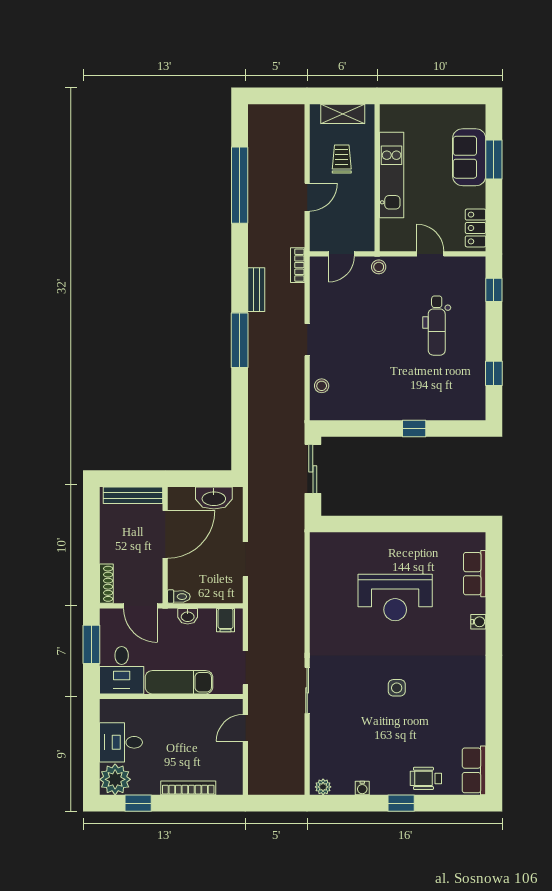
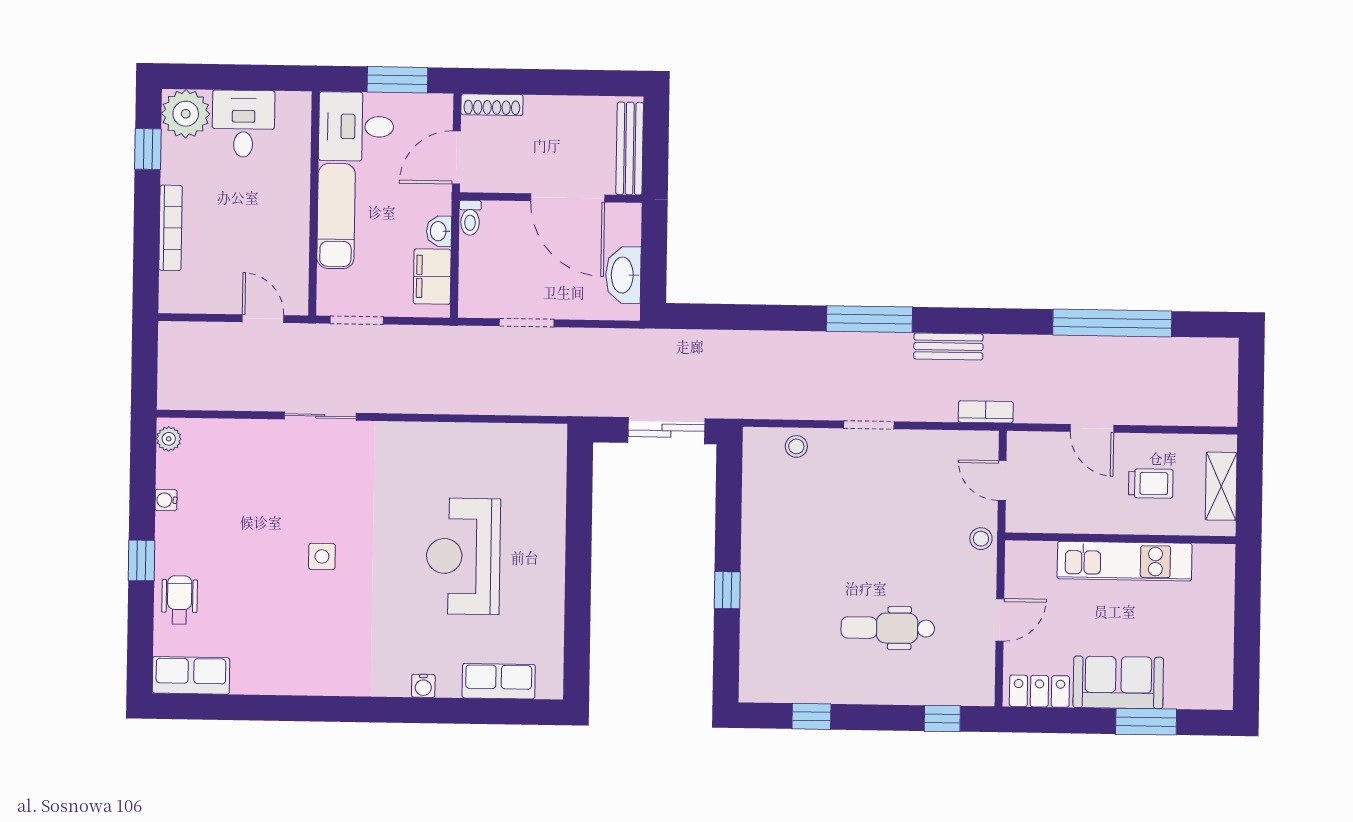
sofa: (469, 157) -> (1118, 682), moved
filing cabinet: (226, 620) -> (432, 277), width x2.00

